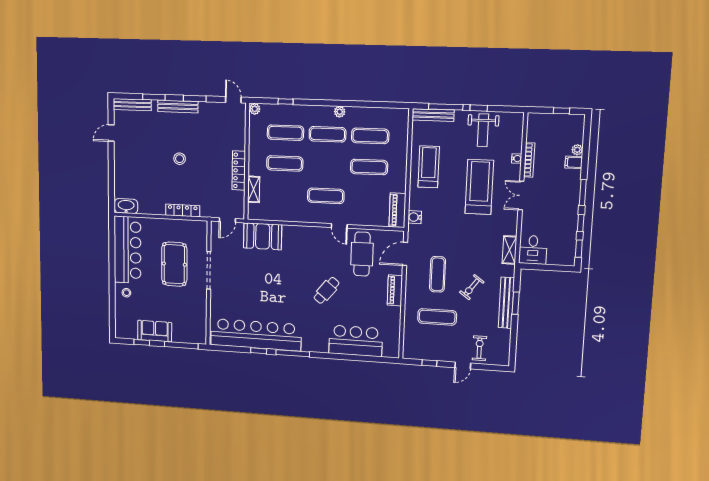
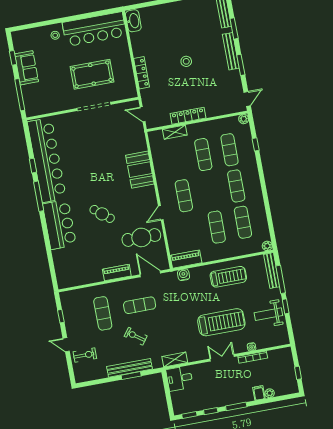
plant: (340, 112) -> (267, 246), moved
booth: (263, 236) -> (140, 170), moved
bar counter: (356, 341) -> (59, 224), moved

